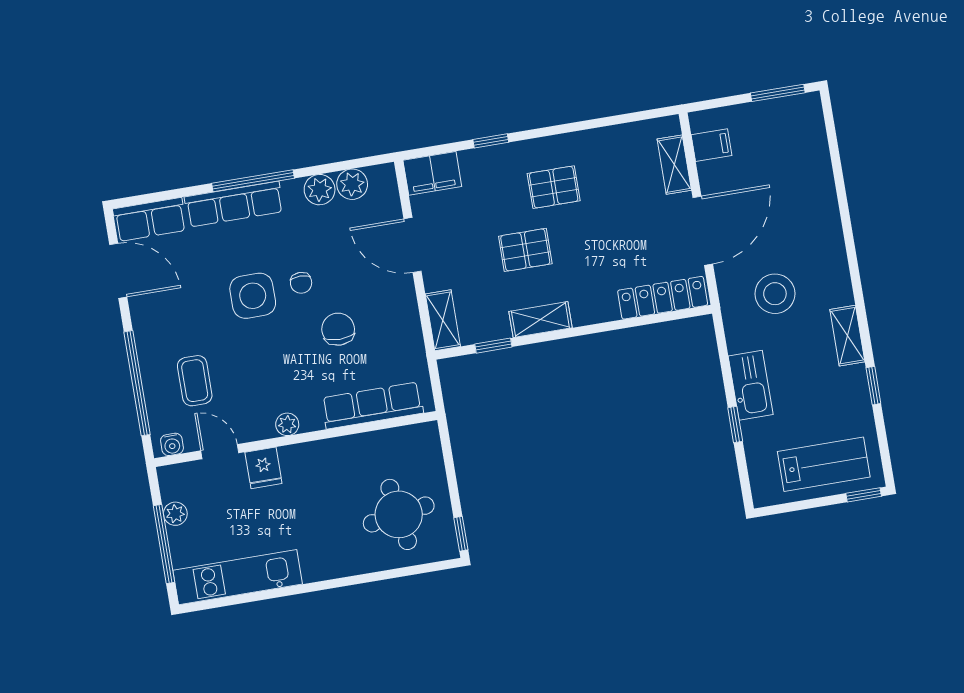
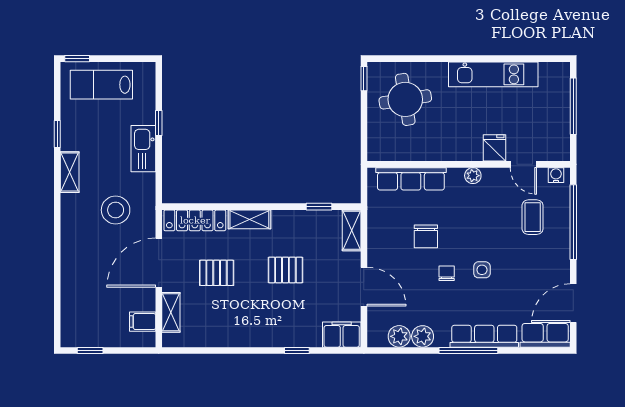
window: (778, 93) -> (90, 350), width x0.67
pallet: (554, 187) -> (217, 273), moved
door: (118, 271) -> (573, 303), hinge flipped
side table: (253, 296) -> (482, 270), width x0.54, depth x0.54
shelving: (540, 320) -> (249, 219), moved
plant: (175, 514) -> (562, 126), removed
kitchen unit: (238, 577) -> (493, 74), moved

